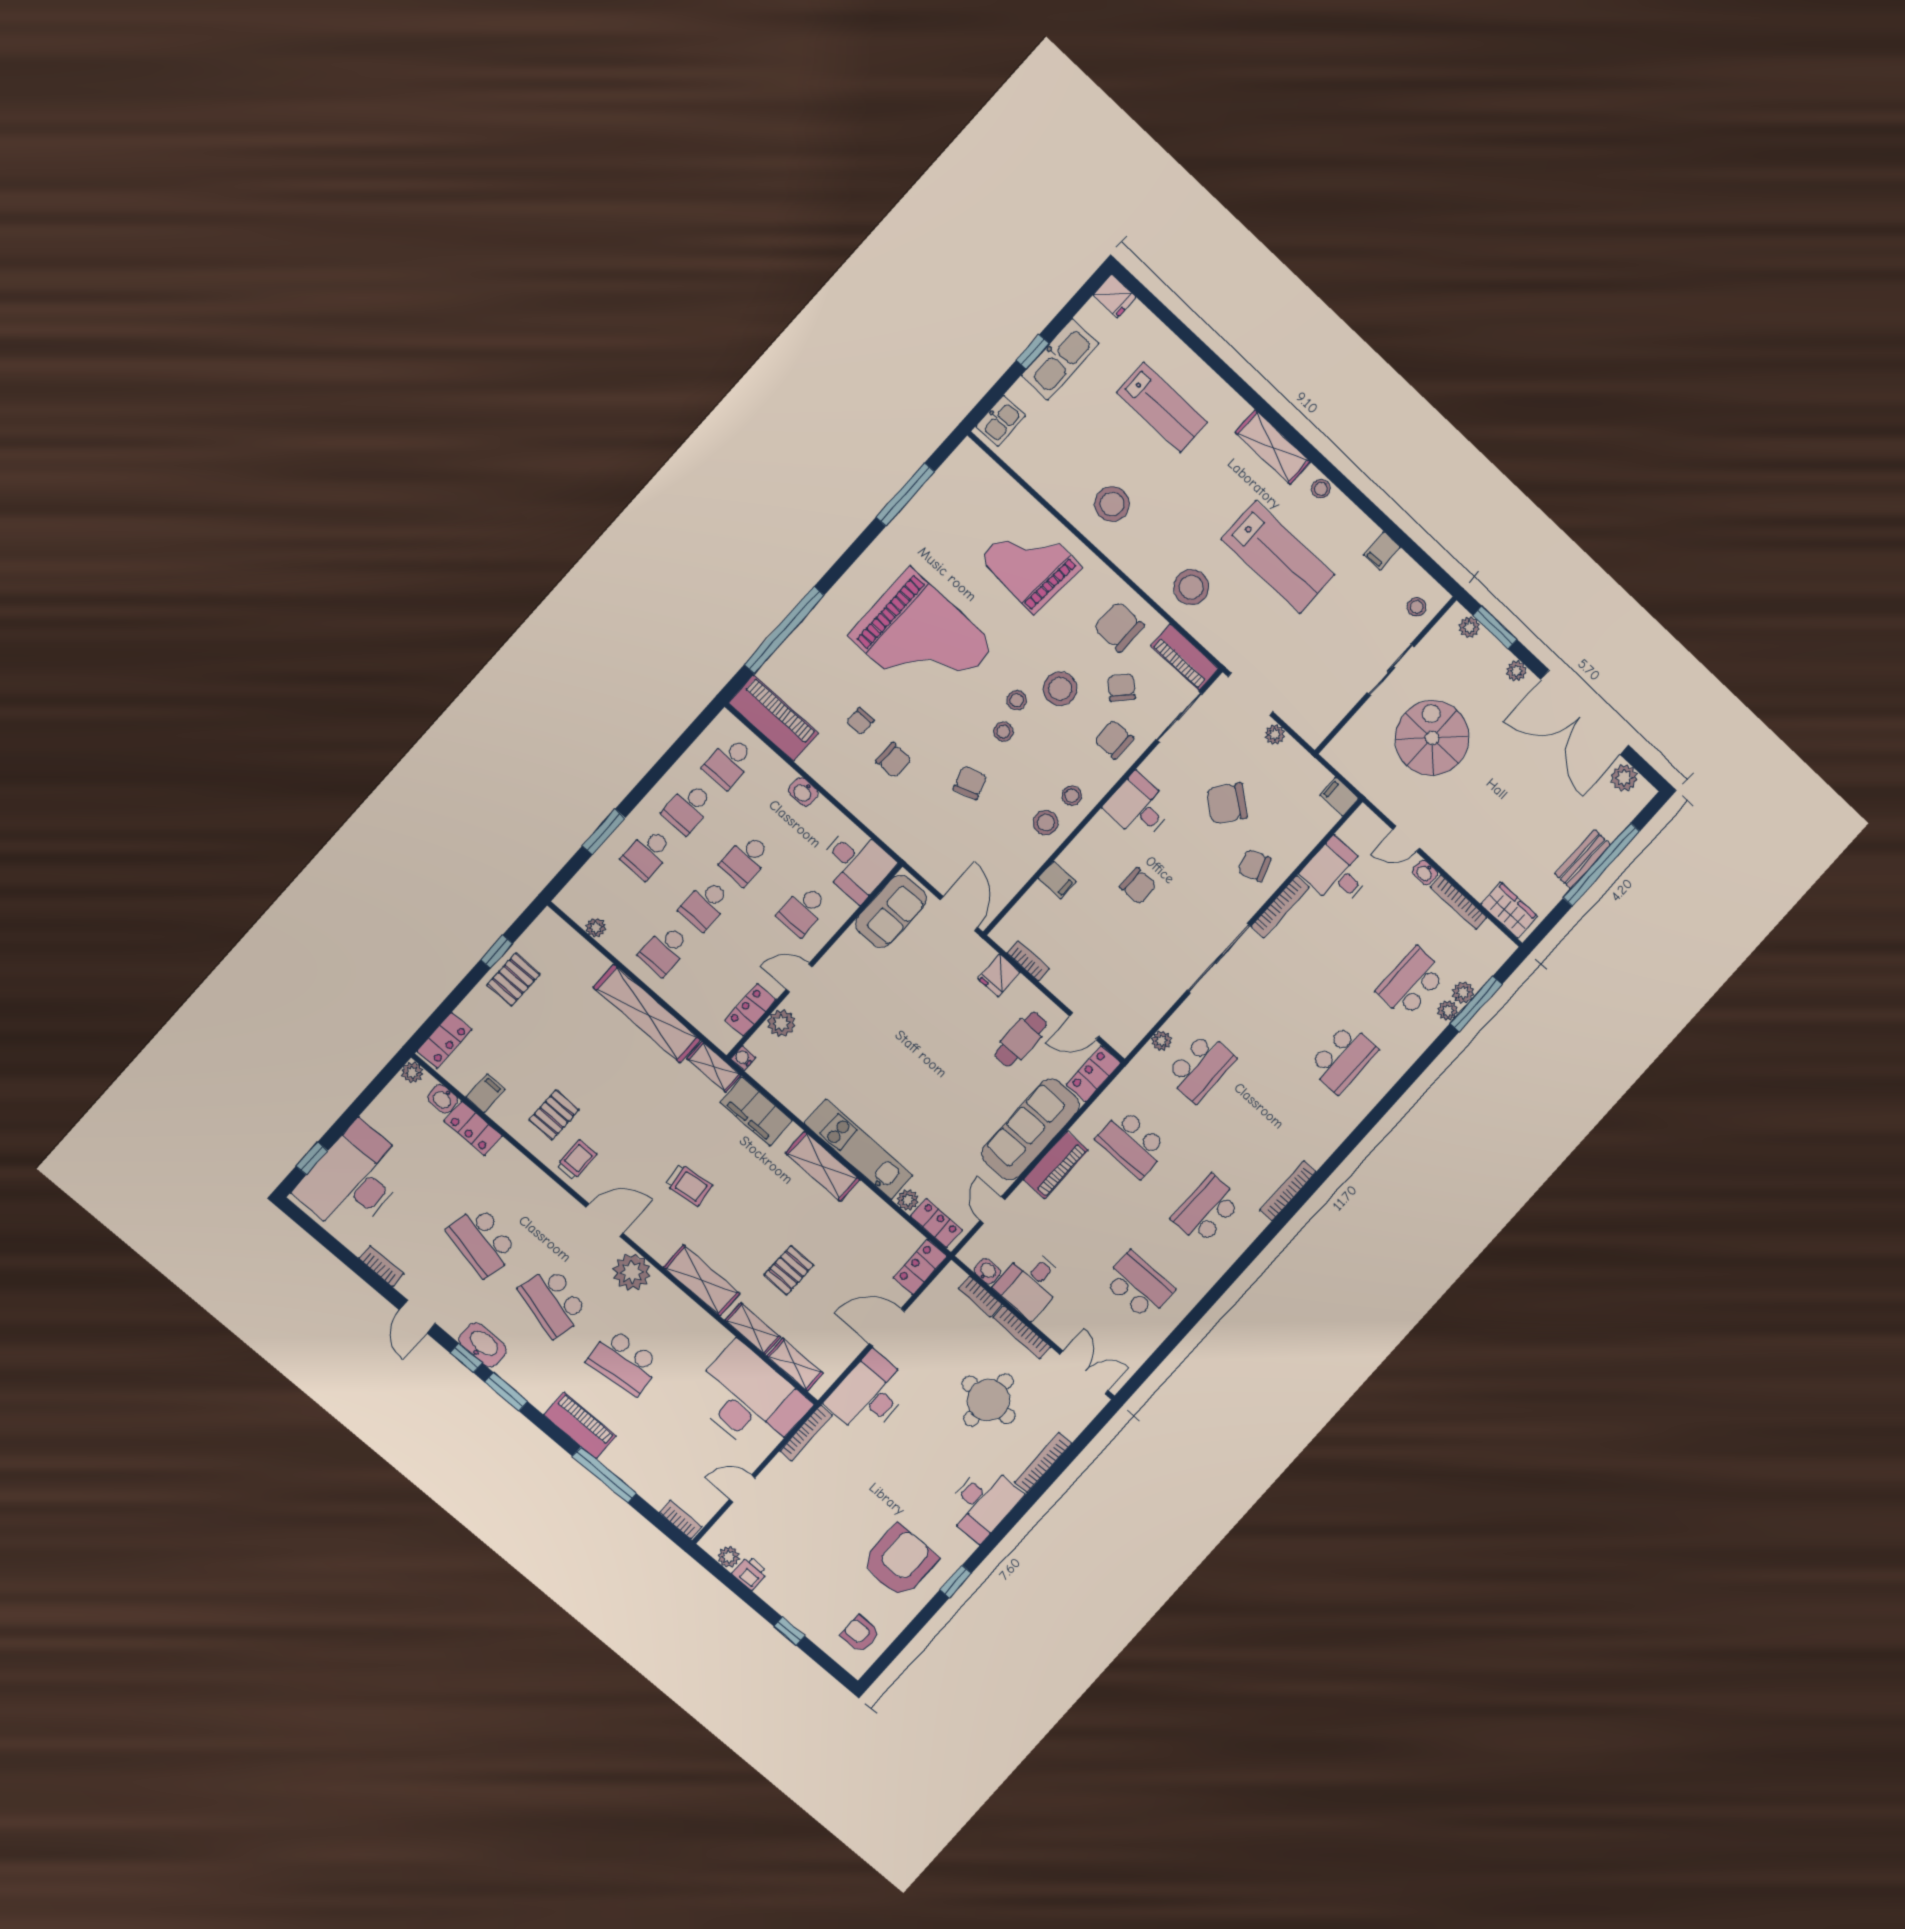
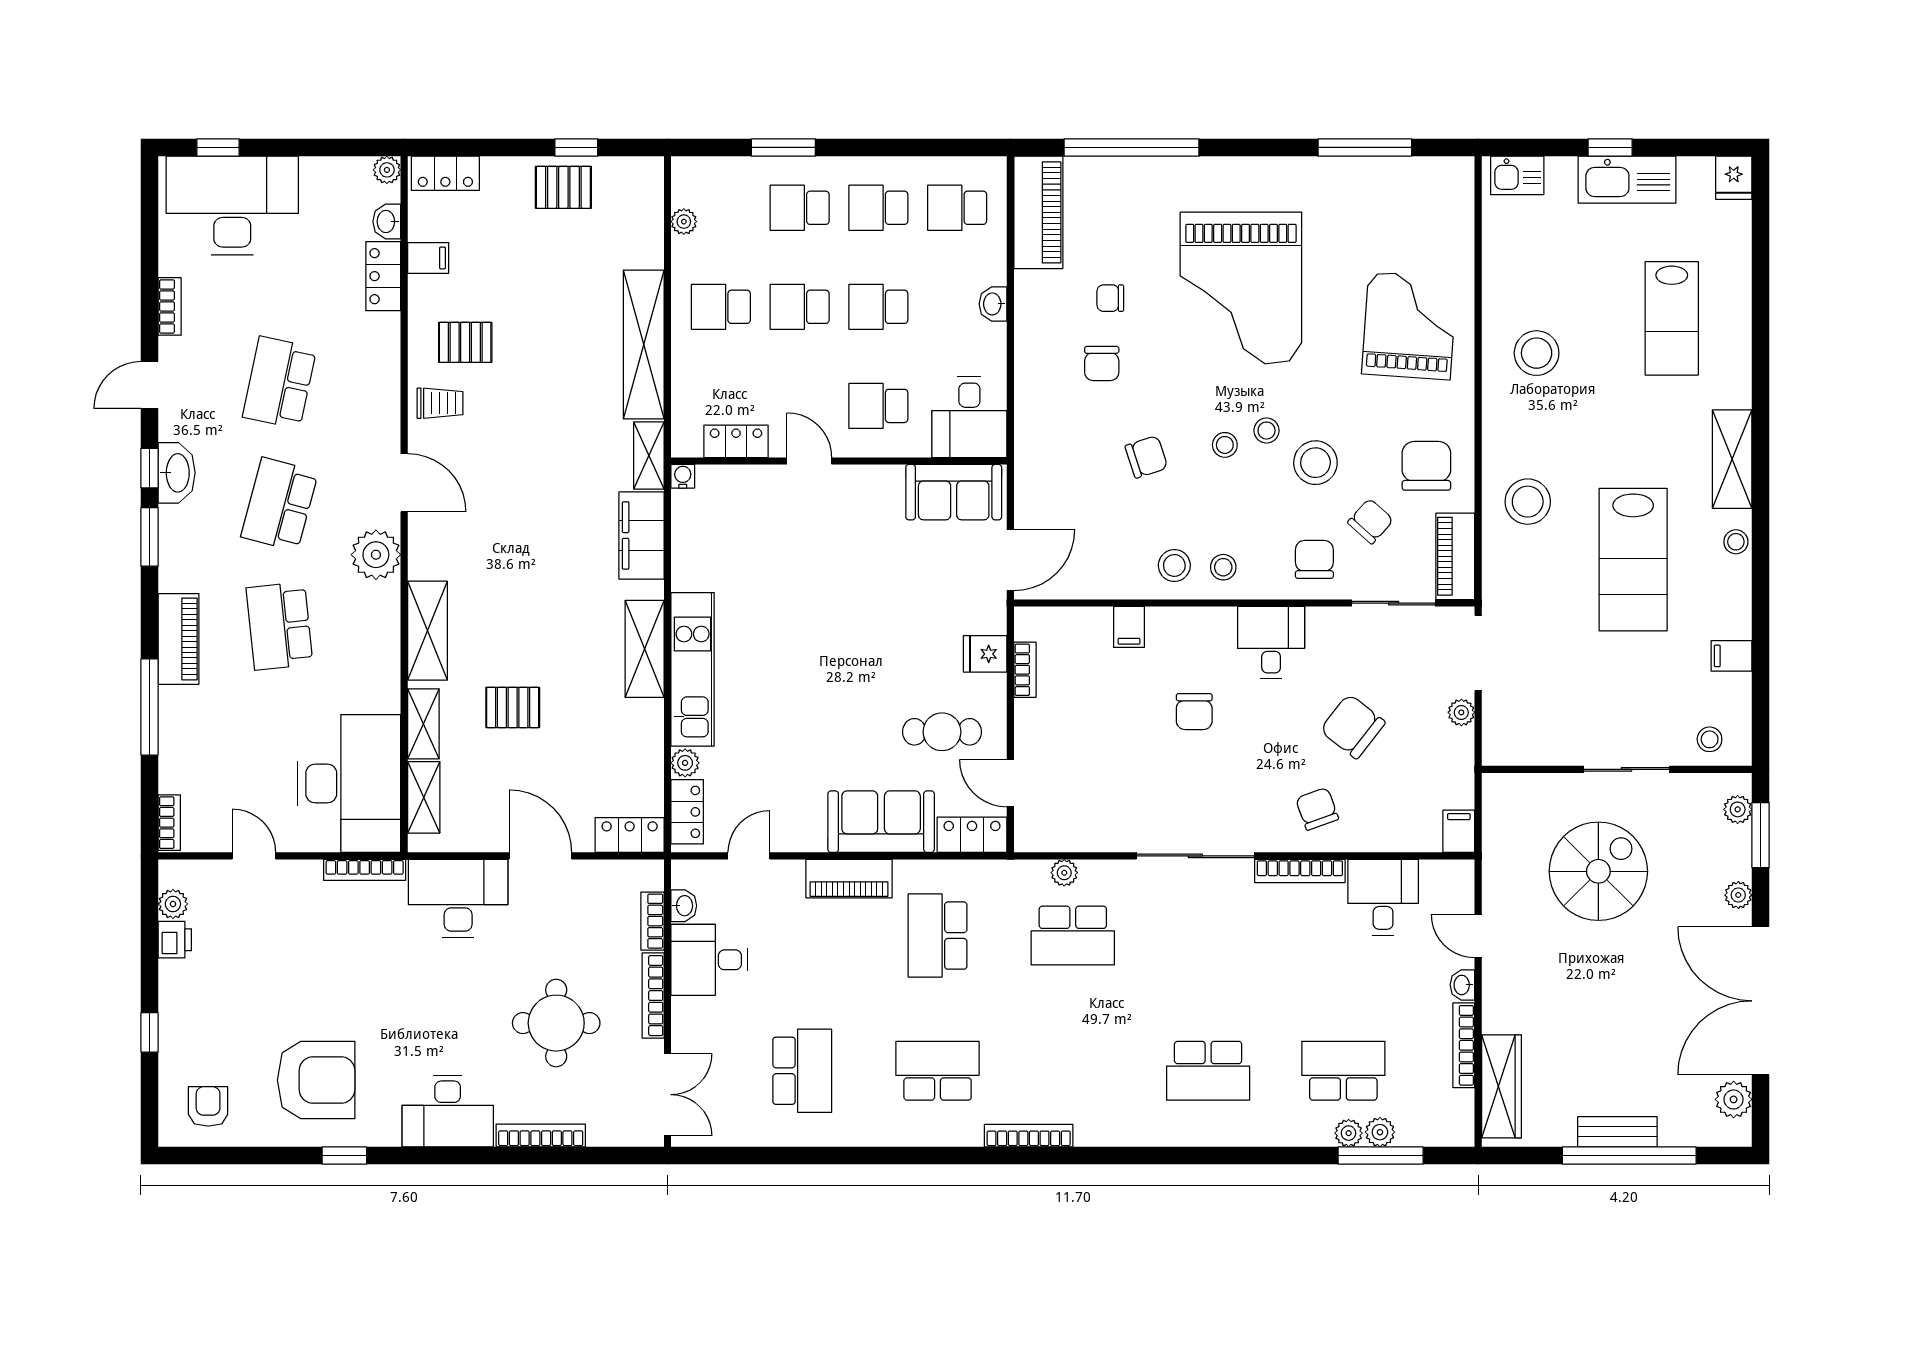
wardrobe: (1509, 910) -> (1502, 1086), width x1.50
plant: (781, 1023) -> (750, 483), removed
sofa: (1030, 1129) -> (881, 822), width x0.73
trolley: (689, 1185) -> (511, 534), removed

